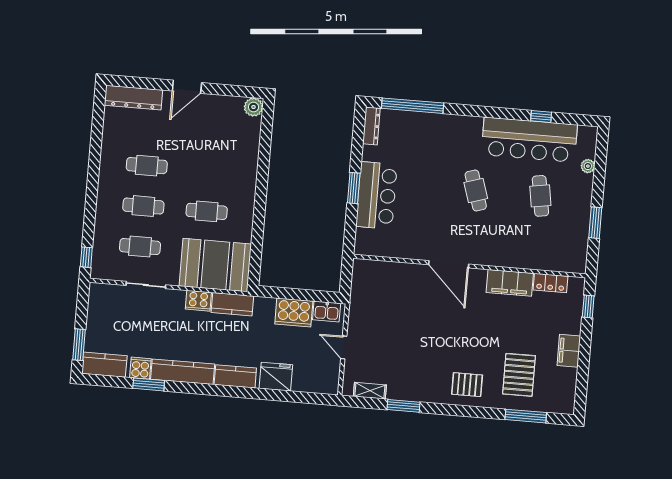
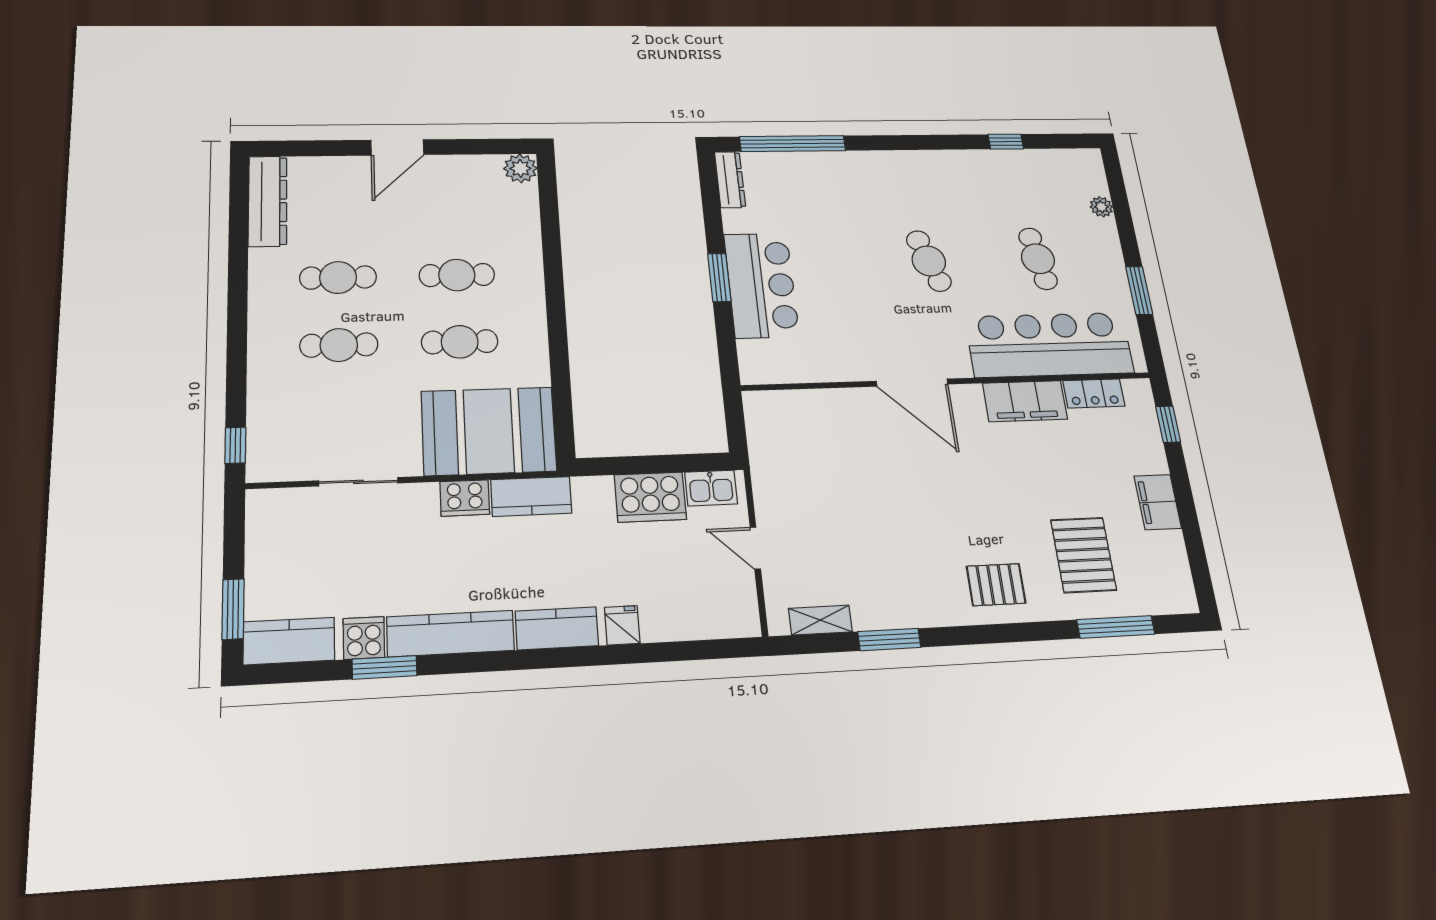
dresser: (133, 98) -> (268, 201), moved, turned -90
bar counter: (529, 140) -> (1049, 345), moved, turned 180
cafe table: (140, 247) -> (457, 275), moved
fridge: (276, 377) -> (622, 625), width x0.53, depth x0.75

